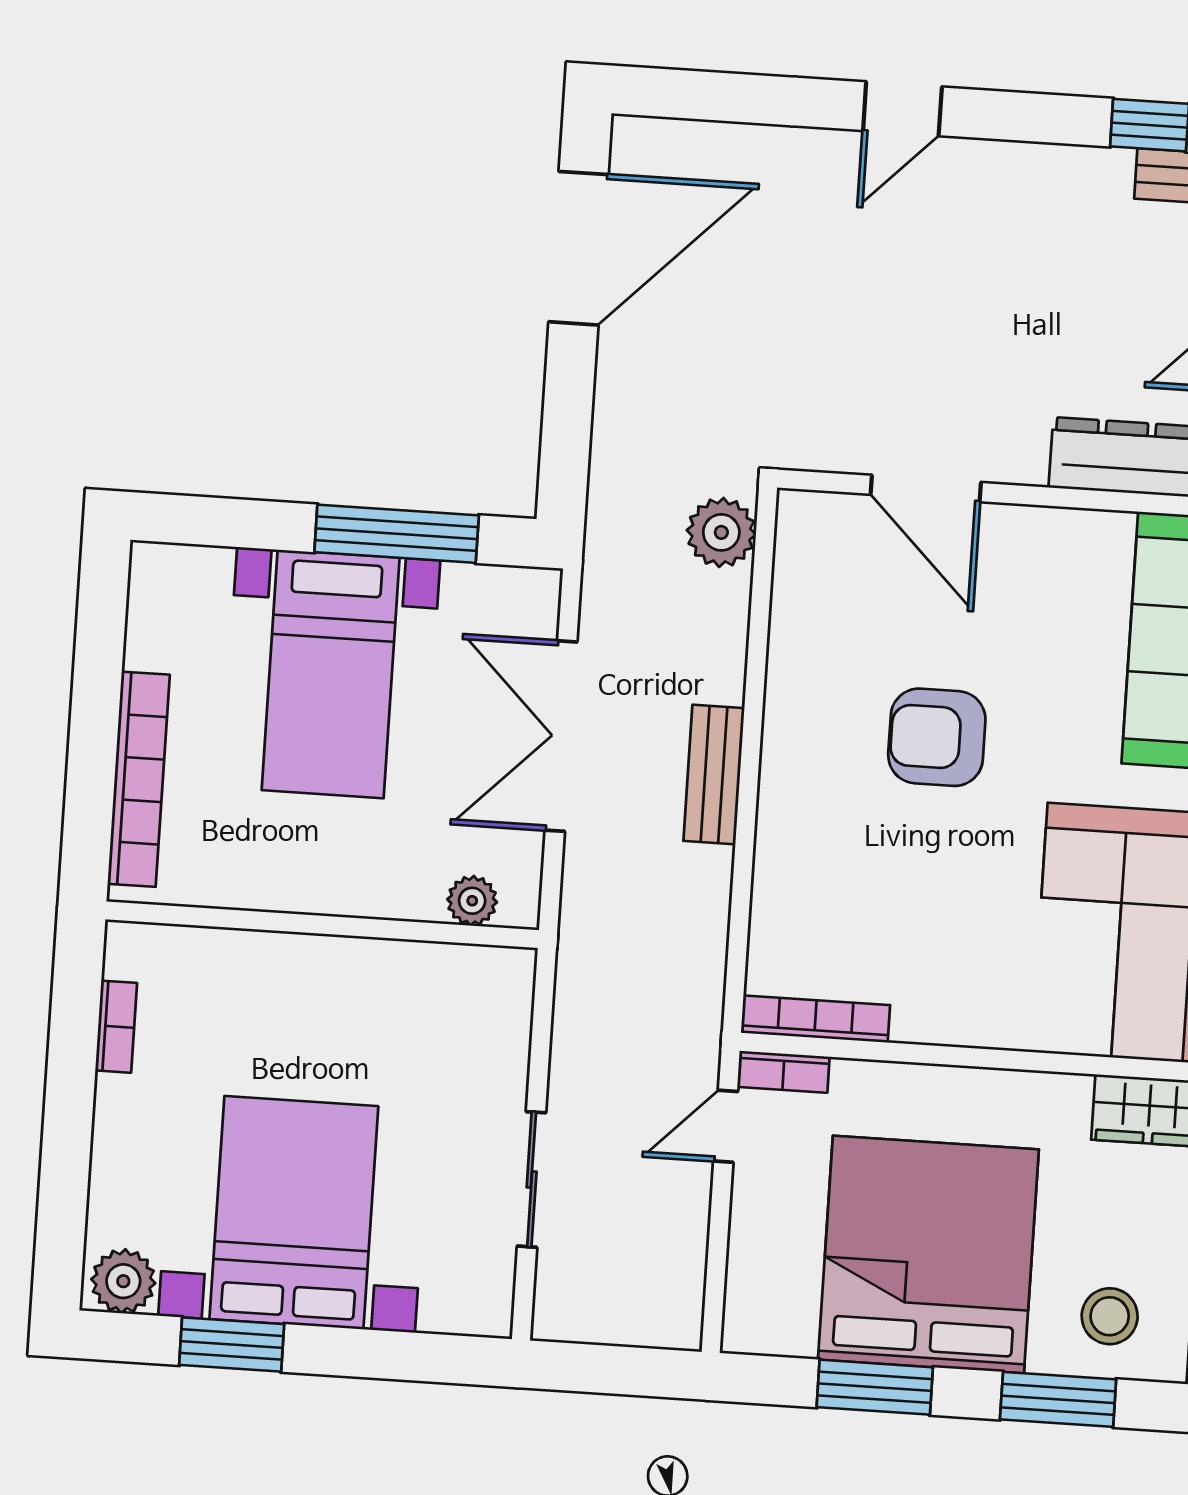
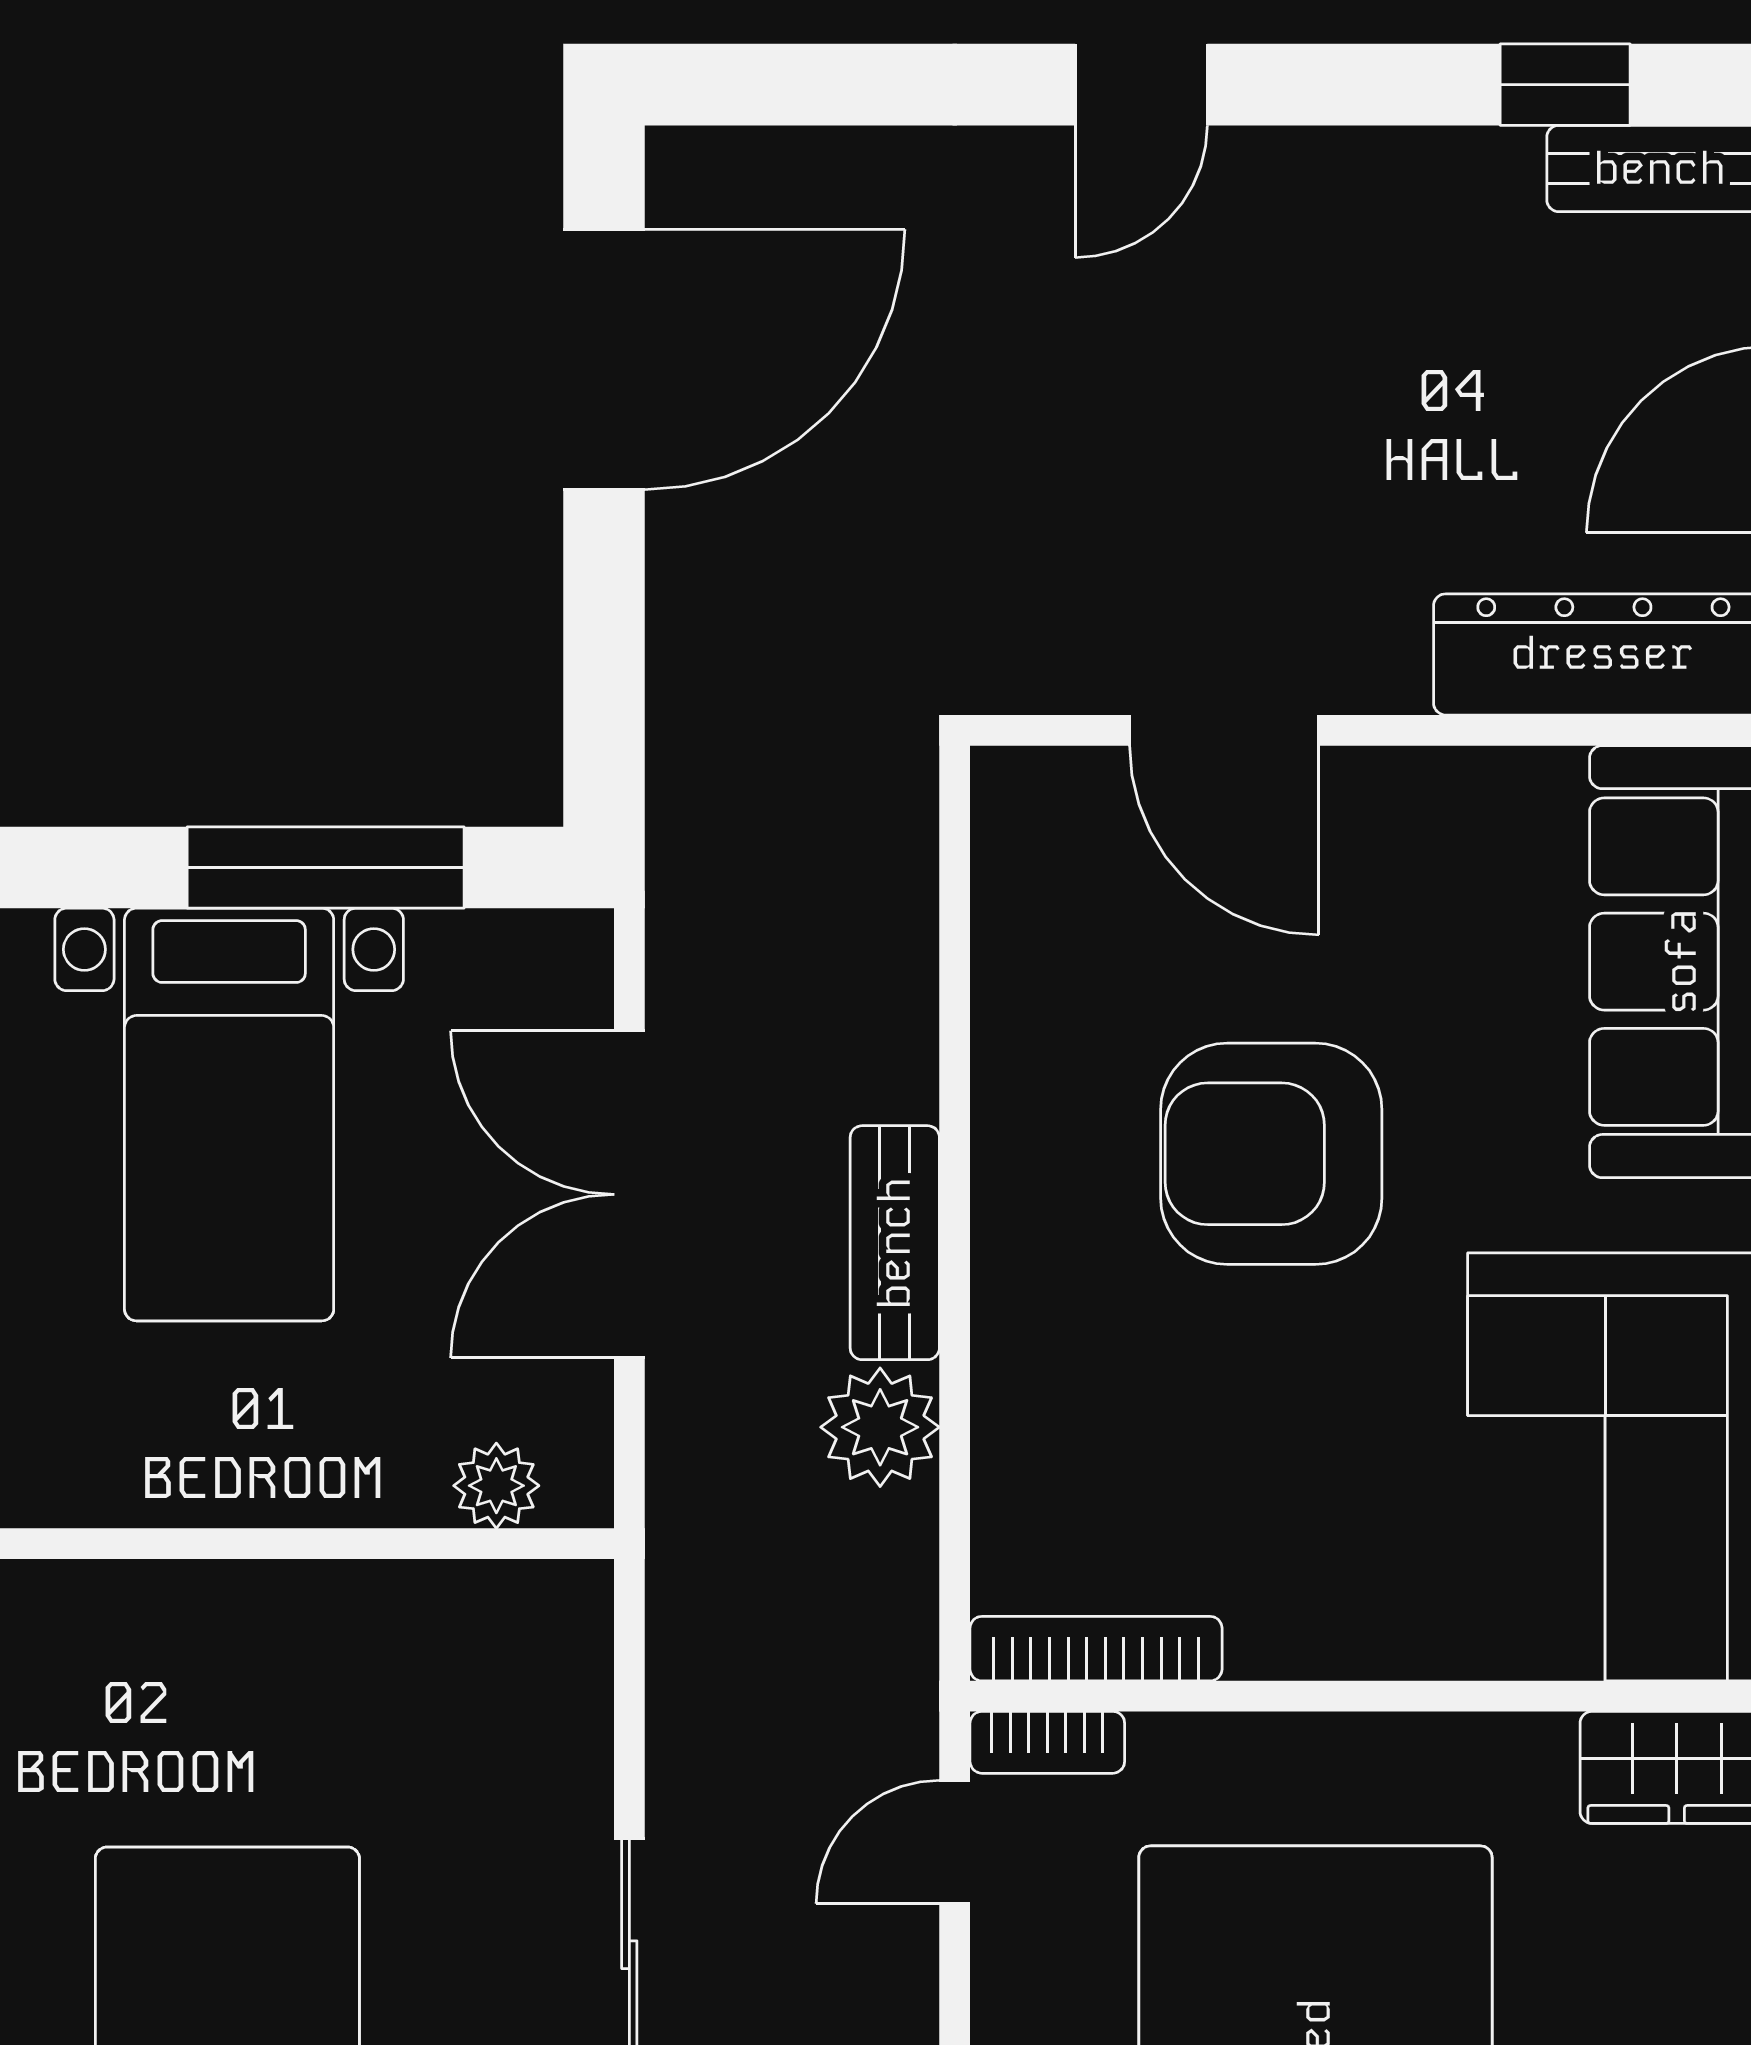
plant: (721, 532) -> (880, 1427), moved
armchair: (937, 737) -> (1271, 1154), width x1.36, depth x1.36

